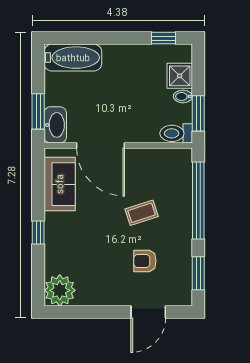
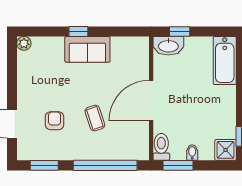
shower: (180, 76) -> (226, 150), moved
window: (38, 111) -> (180, 31), width x0.67
door: (100, 146) -> (151, 101), moved
sofa: (60, 184) -> (87, 49), moved
plant: (60, 290) -> (24, 43), width x0.53, depth x0.53

